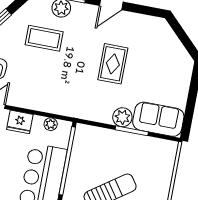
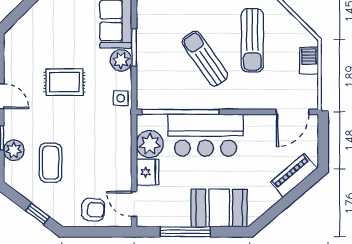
side table: (89, 111) -> (121, 98), added
plant: (51, 124) -> (150, 144), width x1.88, depth x1.88

